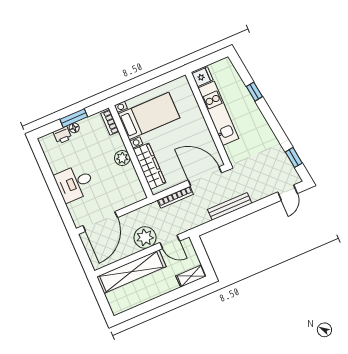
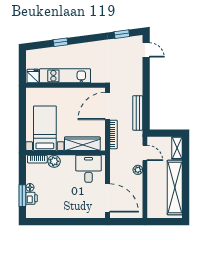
window: (74, 118) -> (22, 196), moved
plant: (122, 158) -> (54, 161), moved
desk: (75, 183) -> (88, 169), moved, turned 180
bench: (230, 206) -> (138, 113), moved
plant: (145, 238) -> (138, 170), width x0.53, depth x0.53
door: (170, 242) -> (145, 153), hinge flipped
shelving: (131, 272) -> (175, 188), moved

